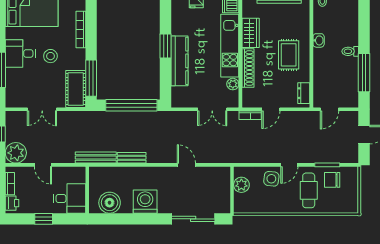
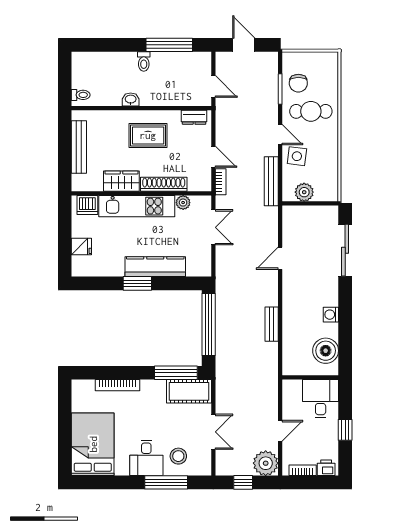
stool: (50, 56) -> (178, 456), moved
bench: (96, 157) -> (271, 181), moved
washing machine: (145, 202) -> (331, 315), width x0.53, depth x0.53

